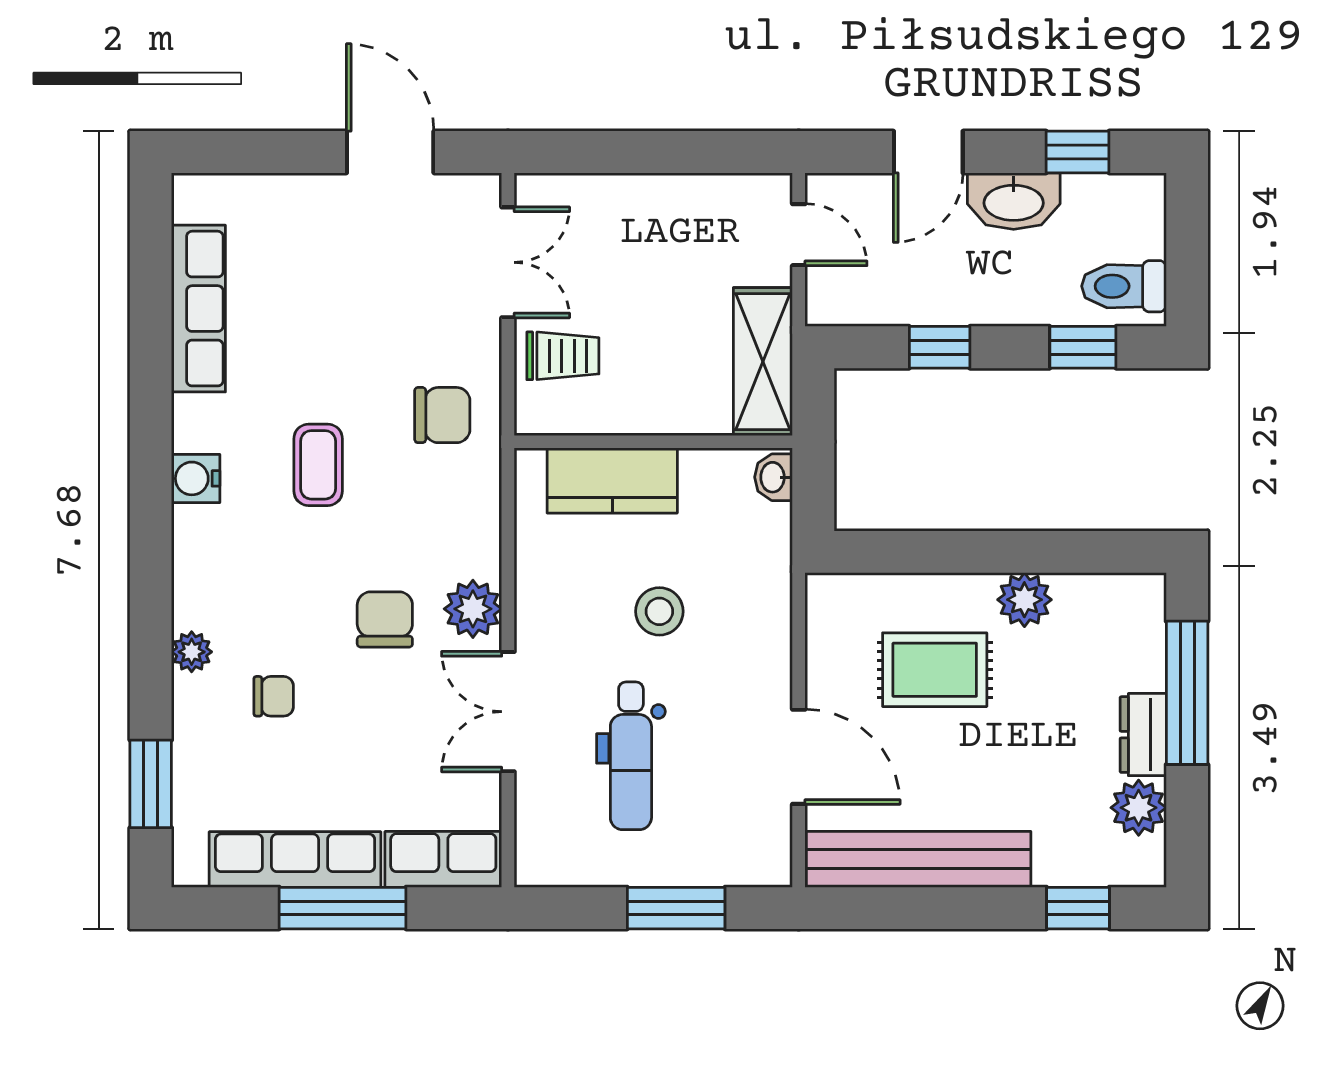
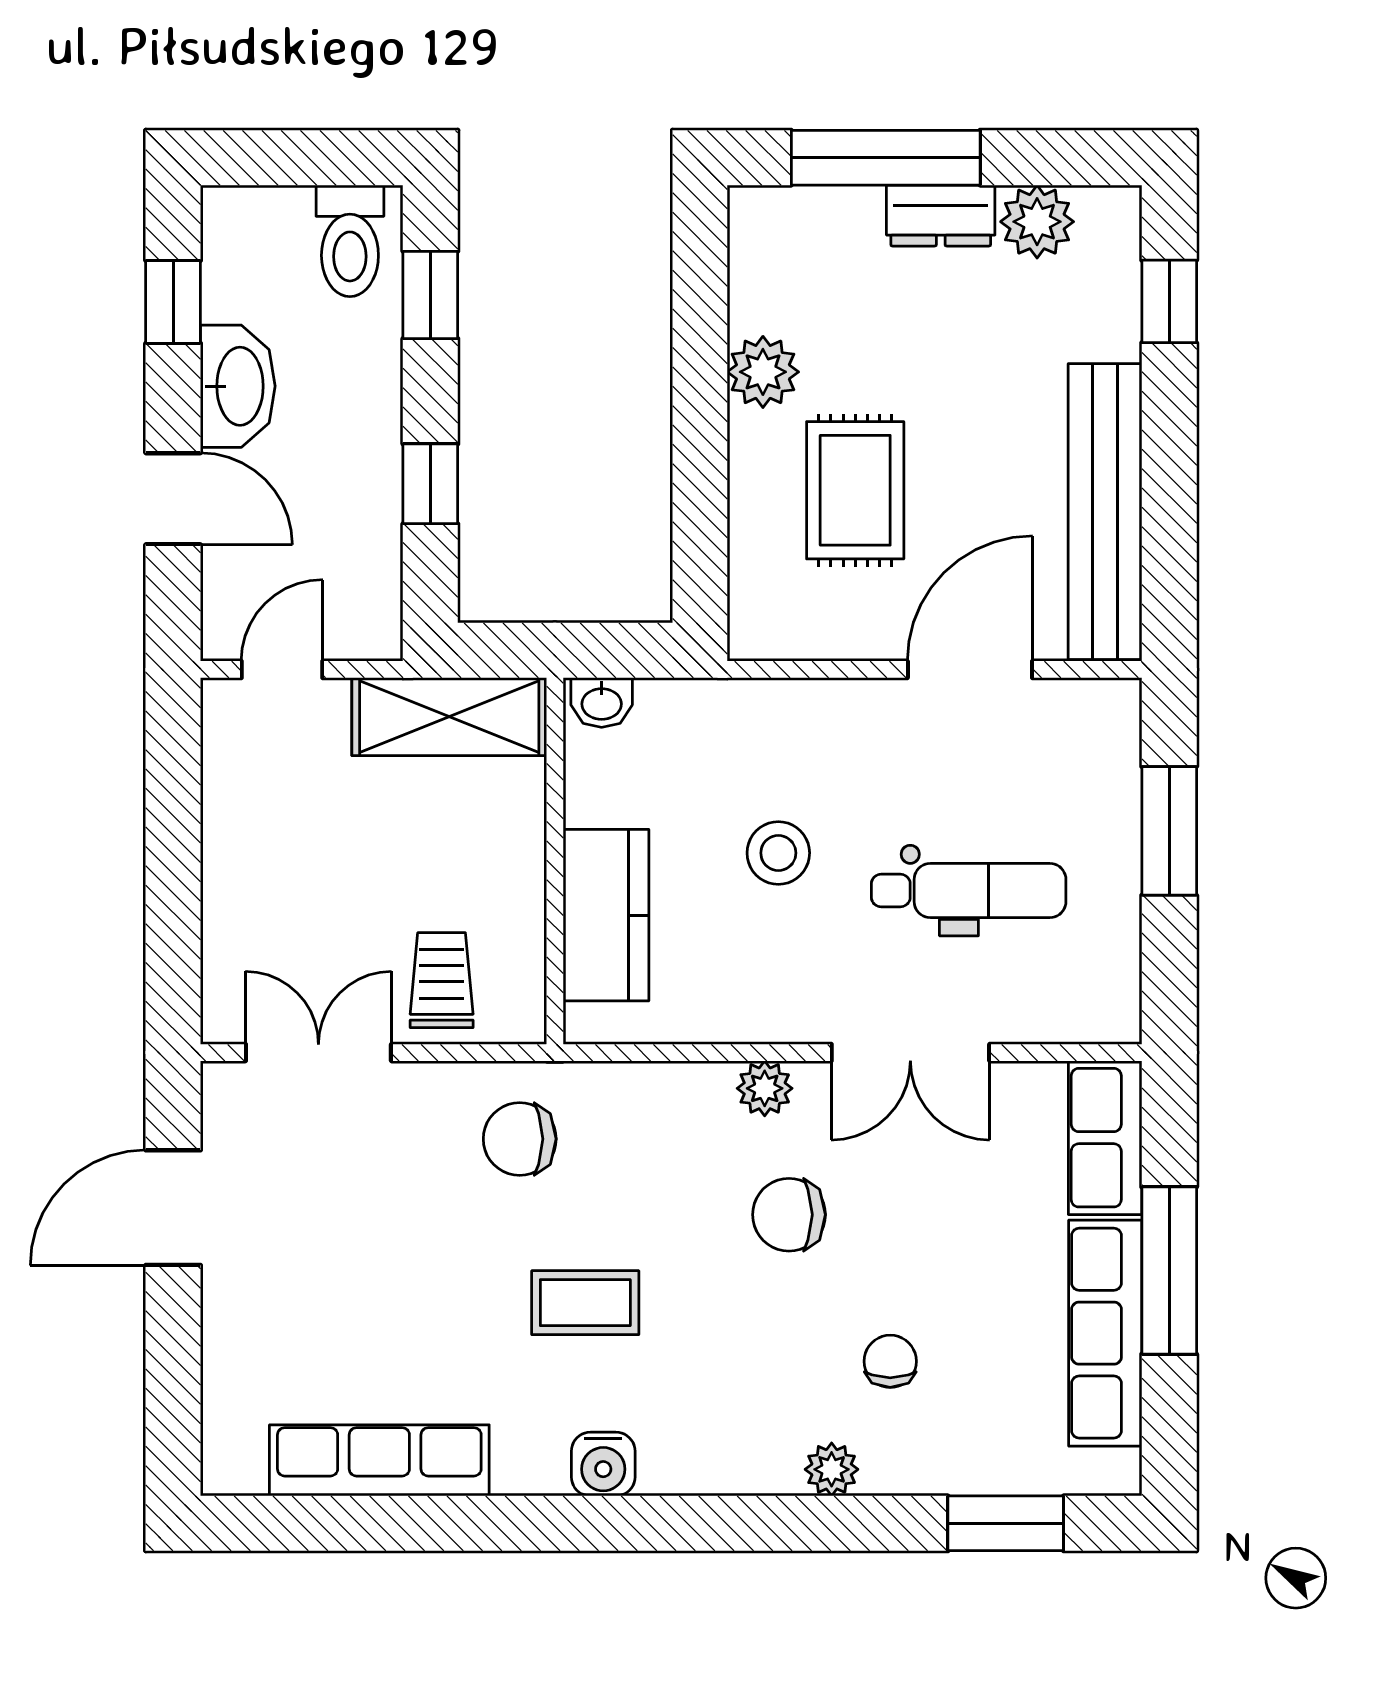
chair: (442, 415) -> (520, 1139), turned -90
plant: (473, 609) -> (765, 1088), width x0.73, depth x0.73

